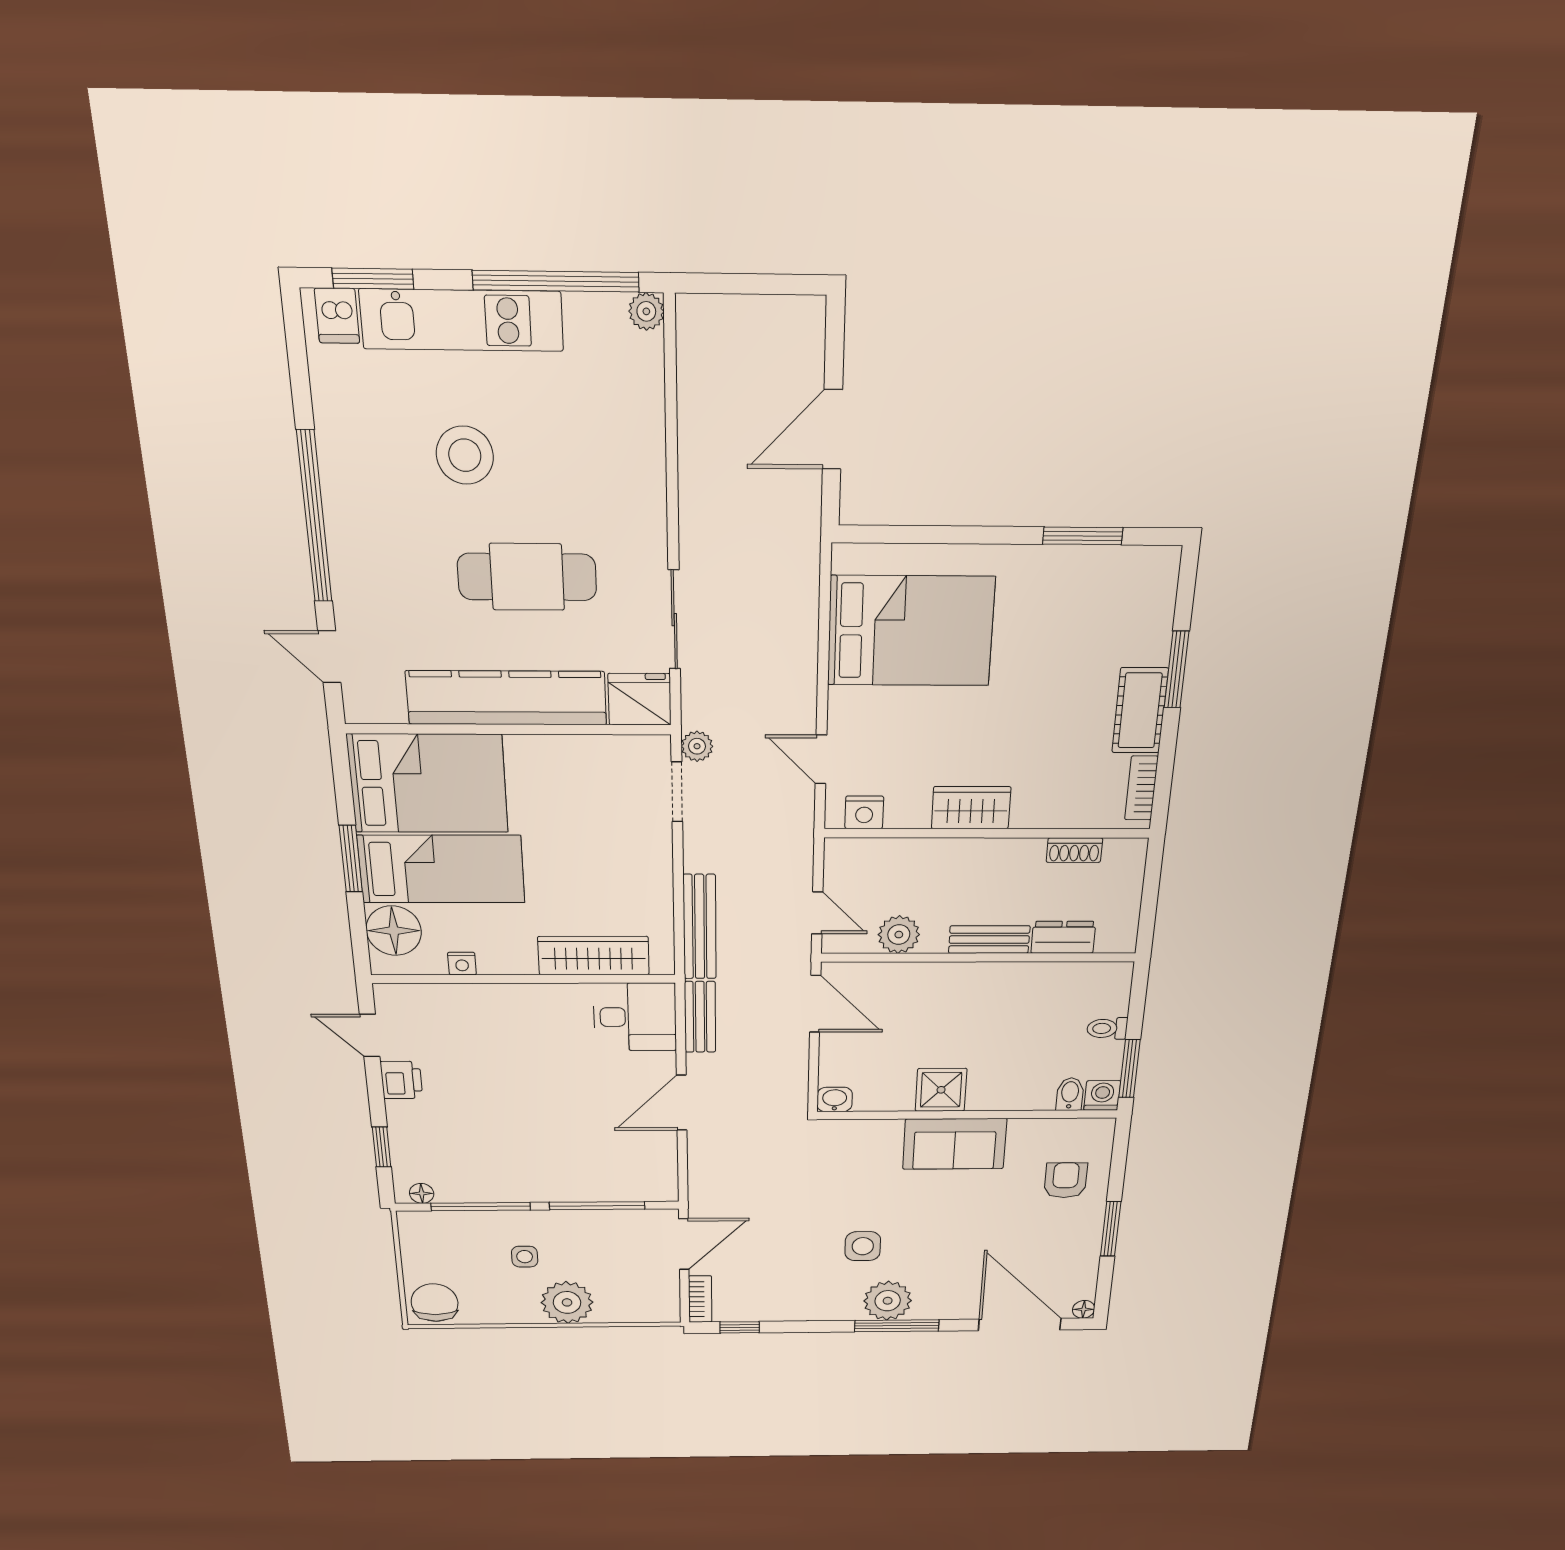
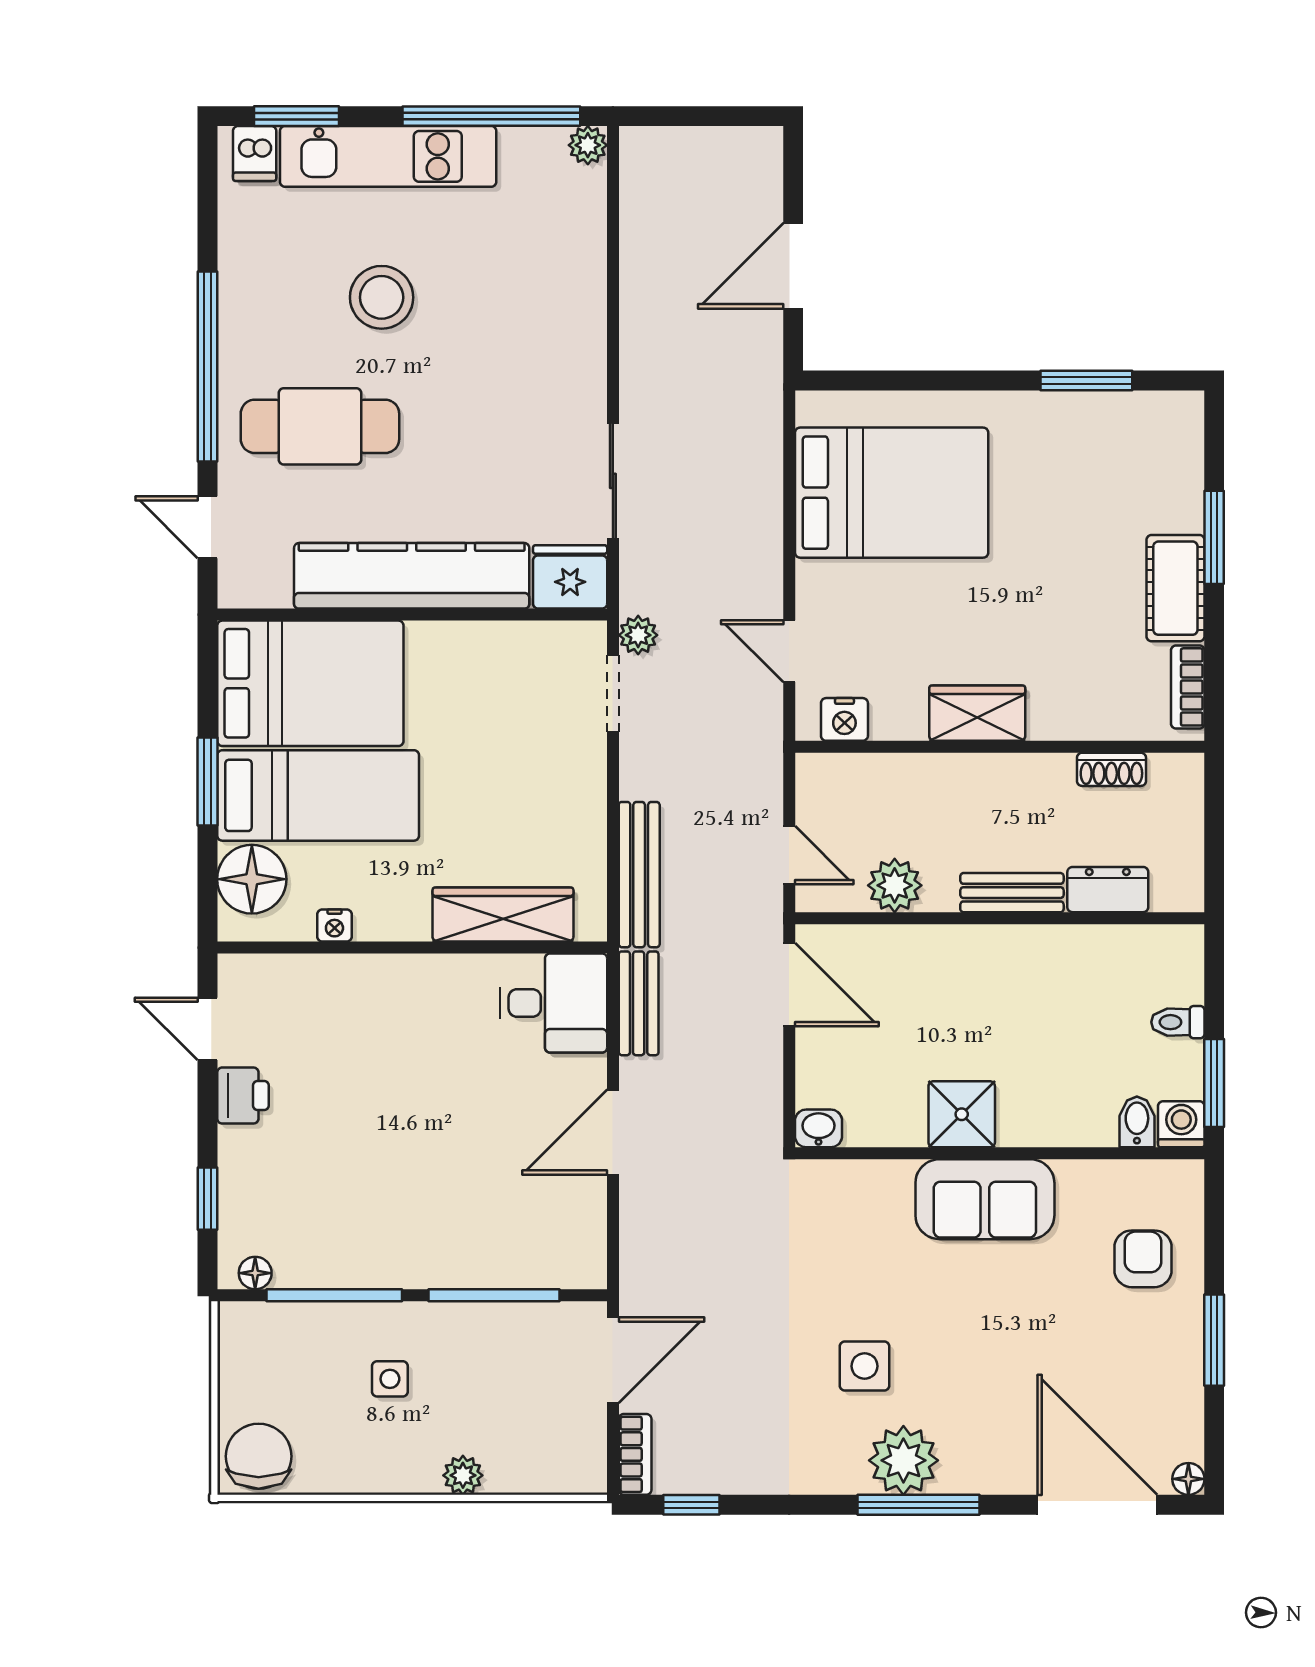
cafe table: (527, 577) -> (320, 426), moved
plant: (567, 1302) -> (463, 1475), width x0.53, depth x0.53

